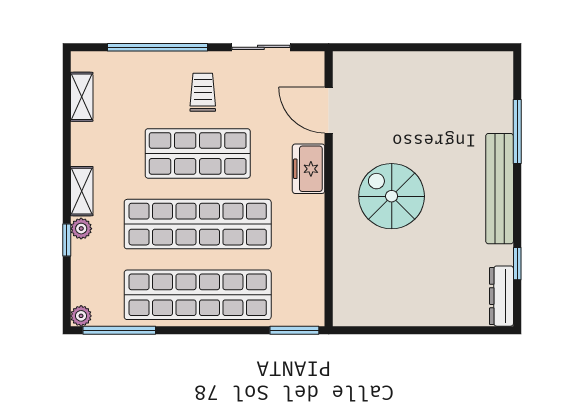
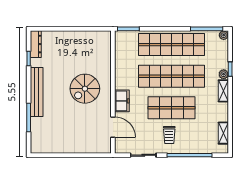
spiral stairs: (392, 196) -> (85, 89), turned 90

